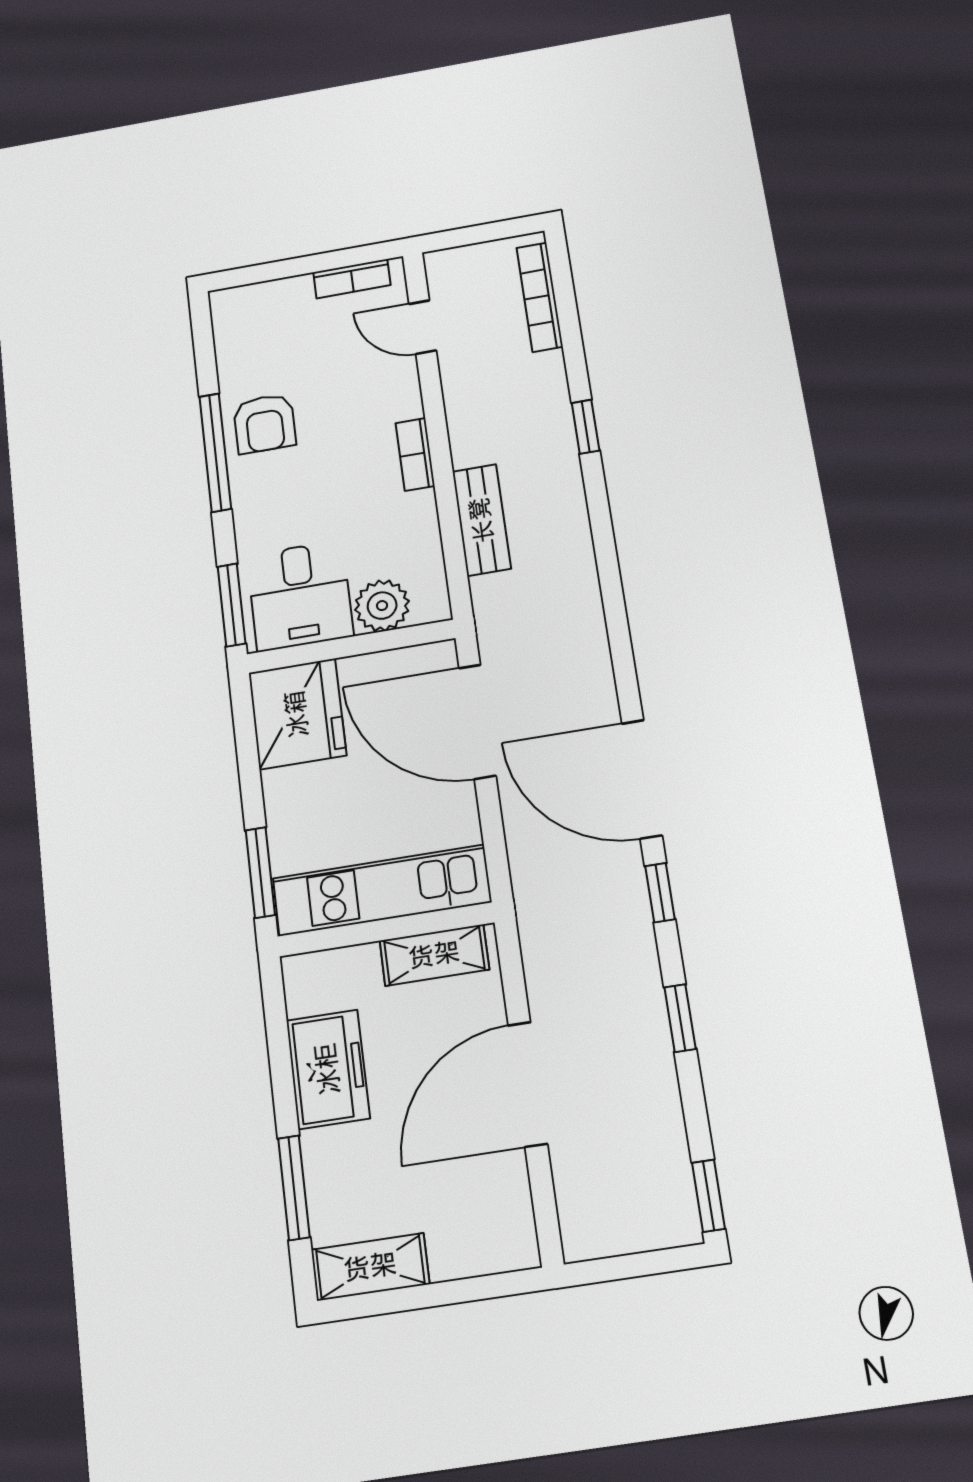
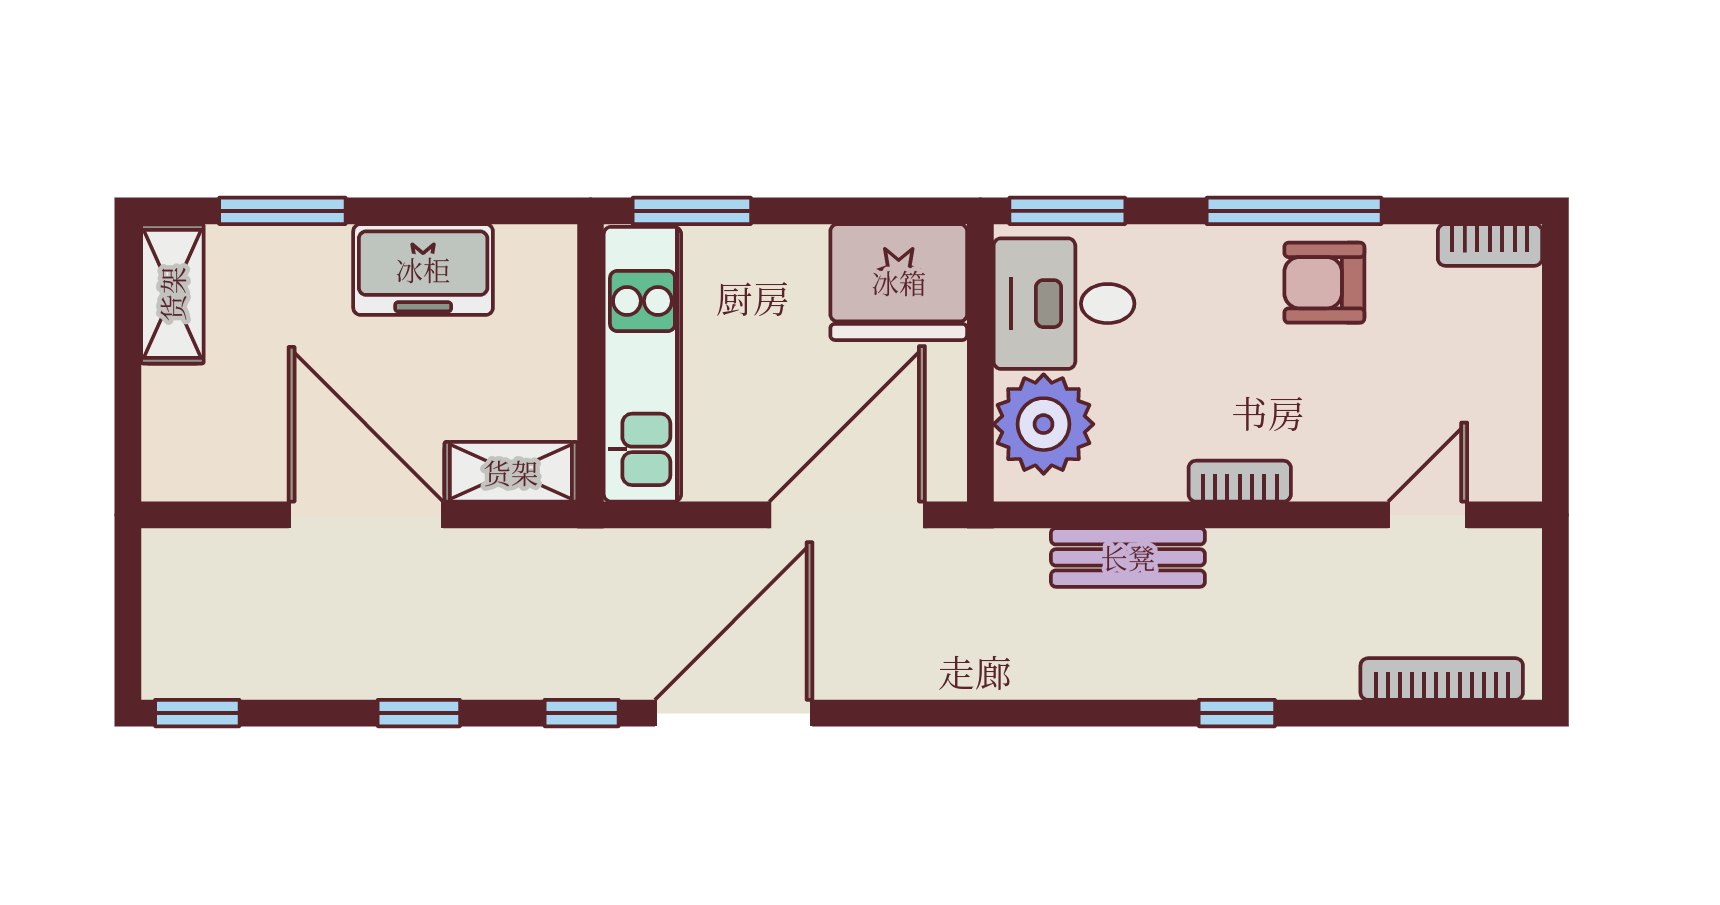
bookcase: (352, 279) -> (1490, 245), moved, turned -90
plant: (382, 606) -> (1044, 424), width x1.36, depth x1.36
shelving: (434, 955) -> (511, 472), moved, turned 90

